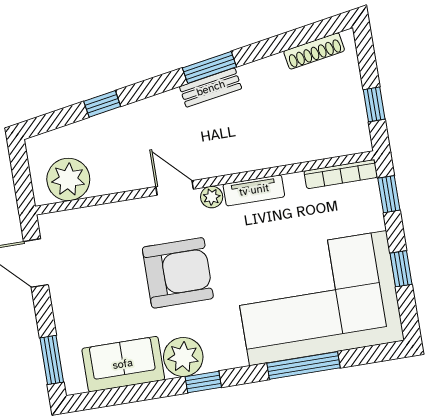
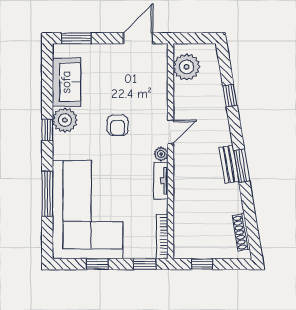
armchair: (178, 273) -> (118, 125), width x0.53, depth x0.53

